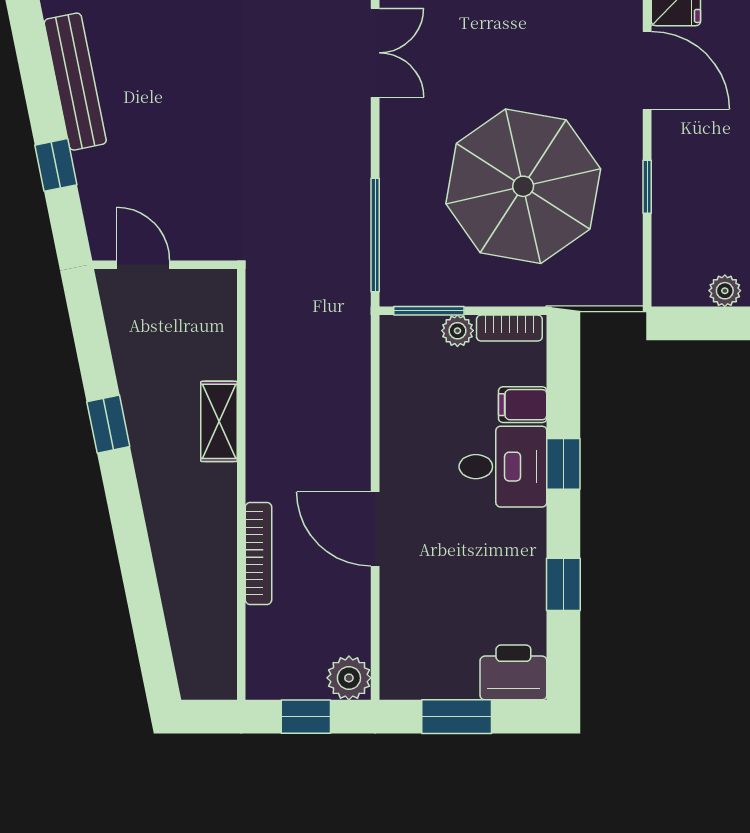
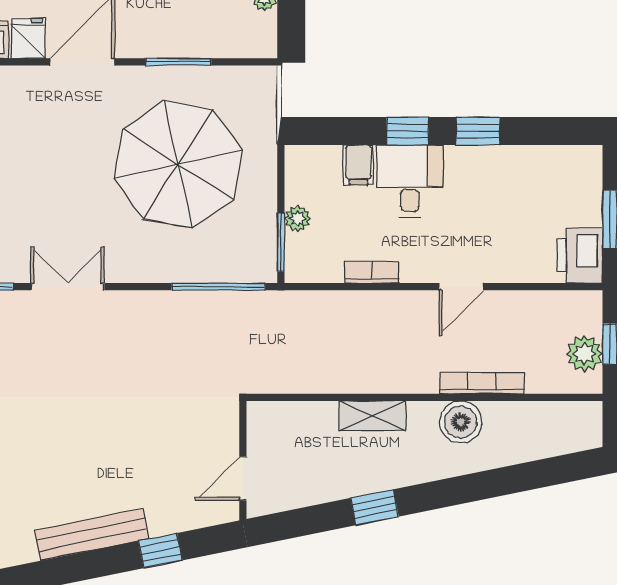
window: (647, 187) -> (179, 62), width x1.50
bookcase: (509, 328) -> (372, 272), moved, turned -90
boiler: (212, 528) -> (461, 422), added
door: (375, 529) -> (461, 287), width x0.73
window: (563, 584) -> (478, 131), moved
printer: (513, 672) -> (580, 256), moved
plant: (349, 678) -> (584, 354), moved

